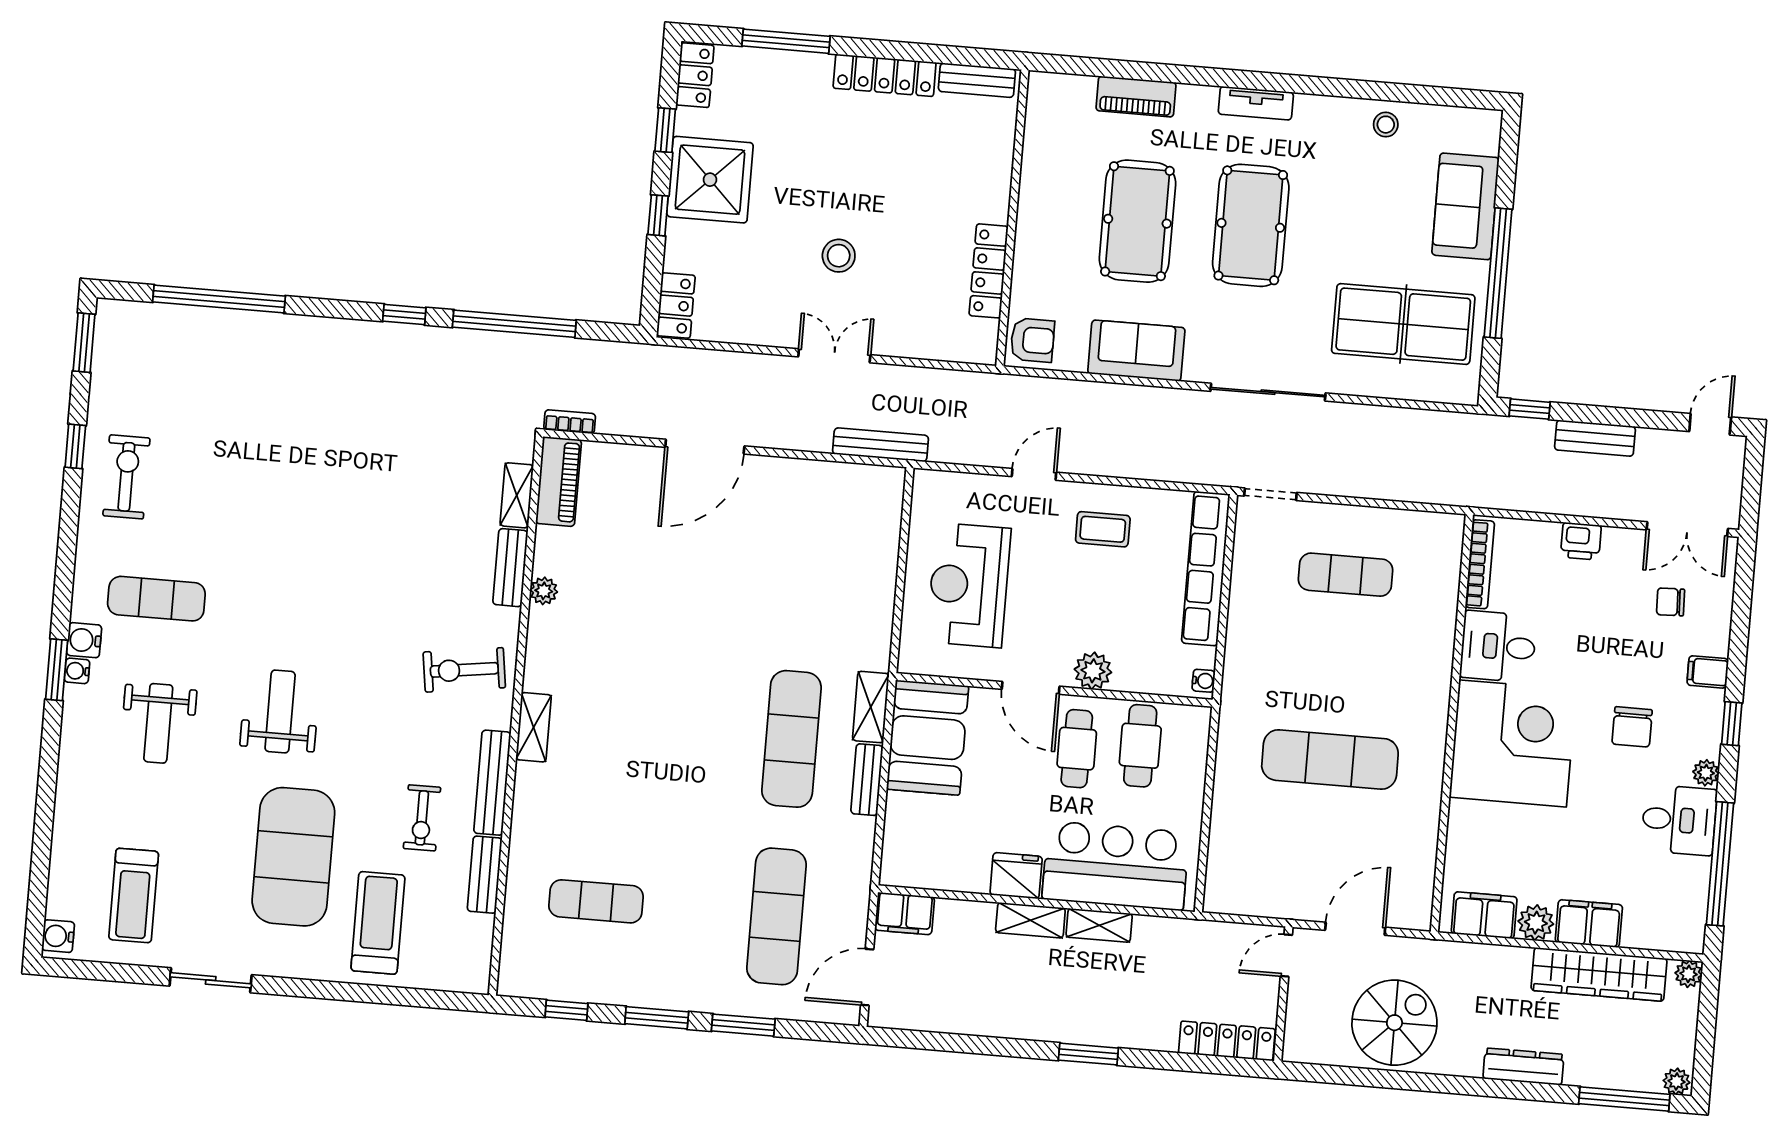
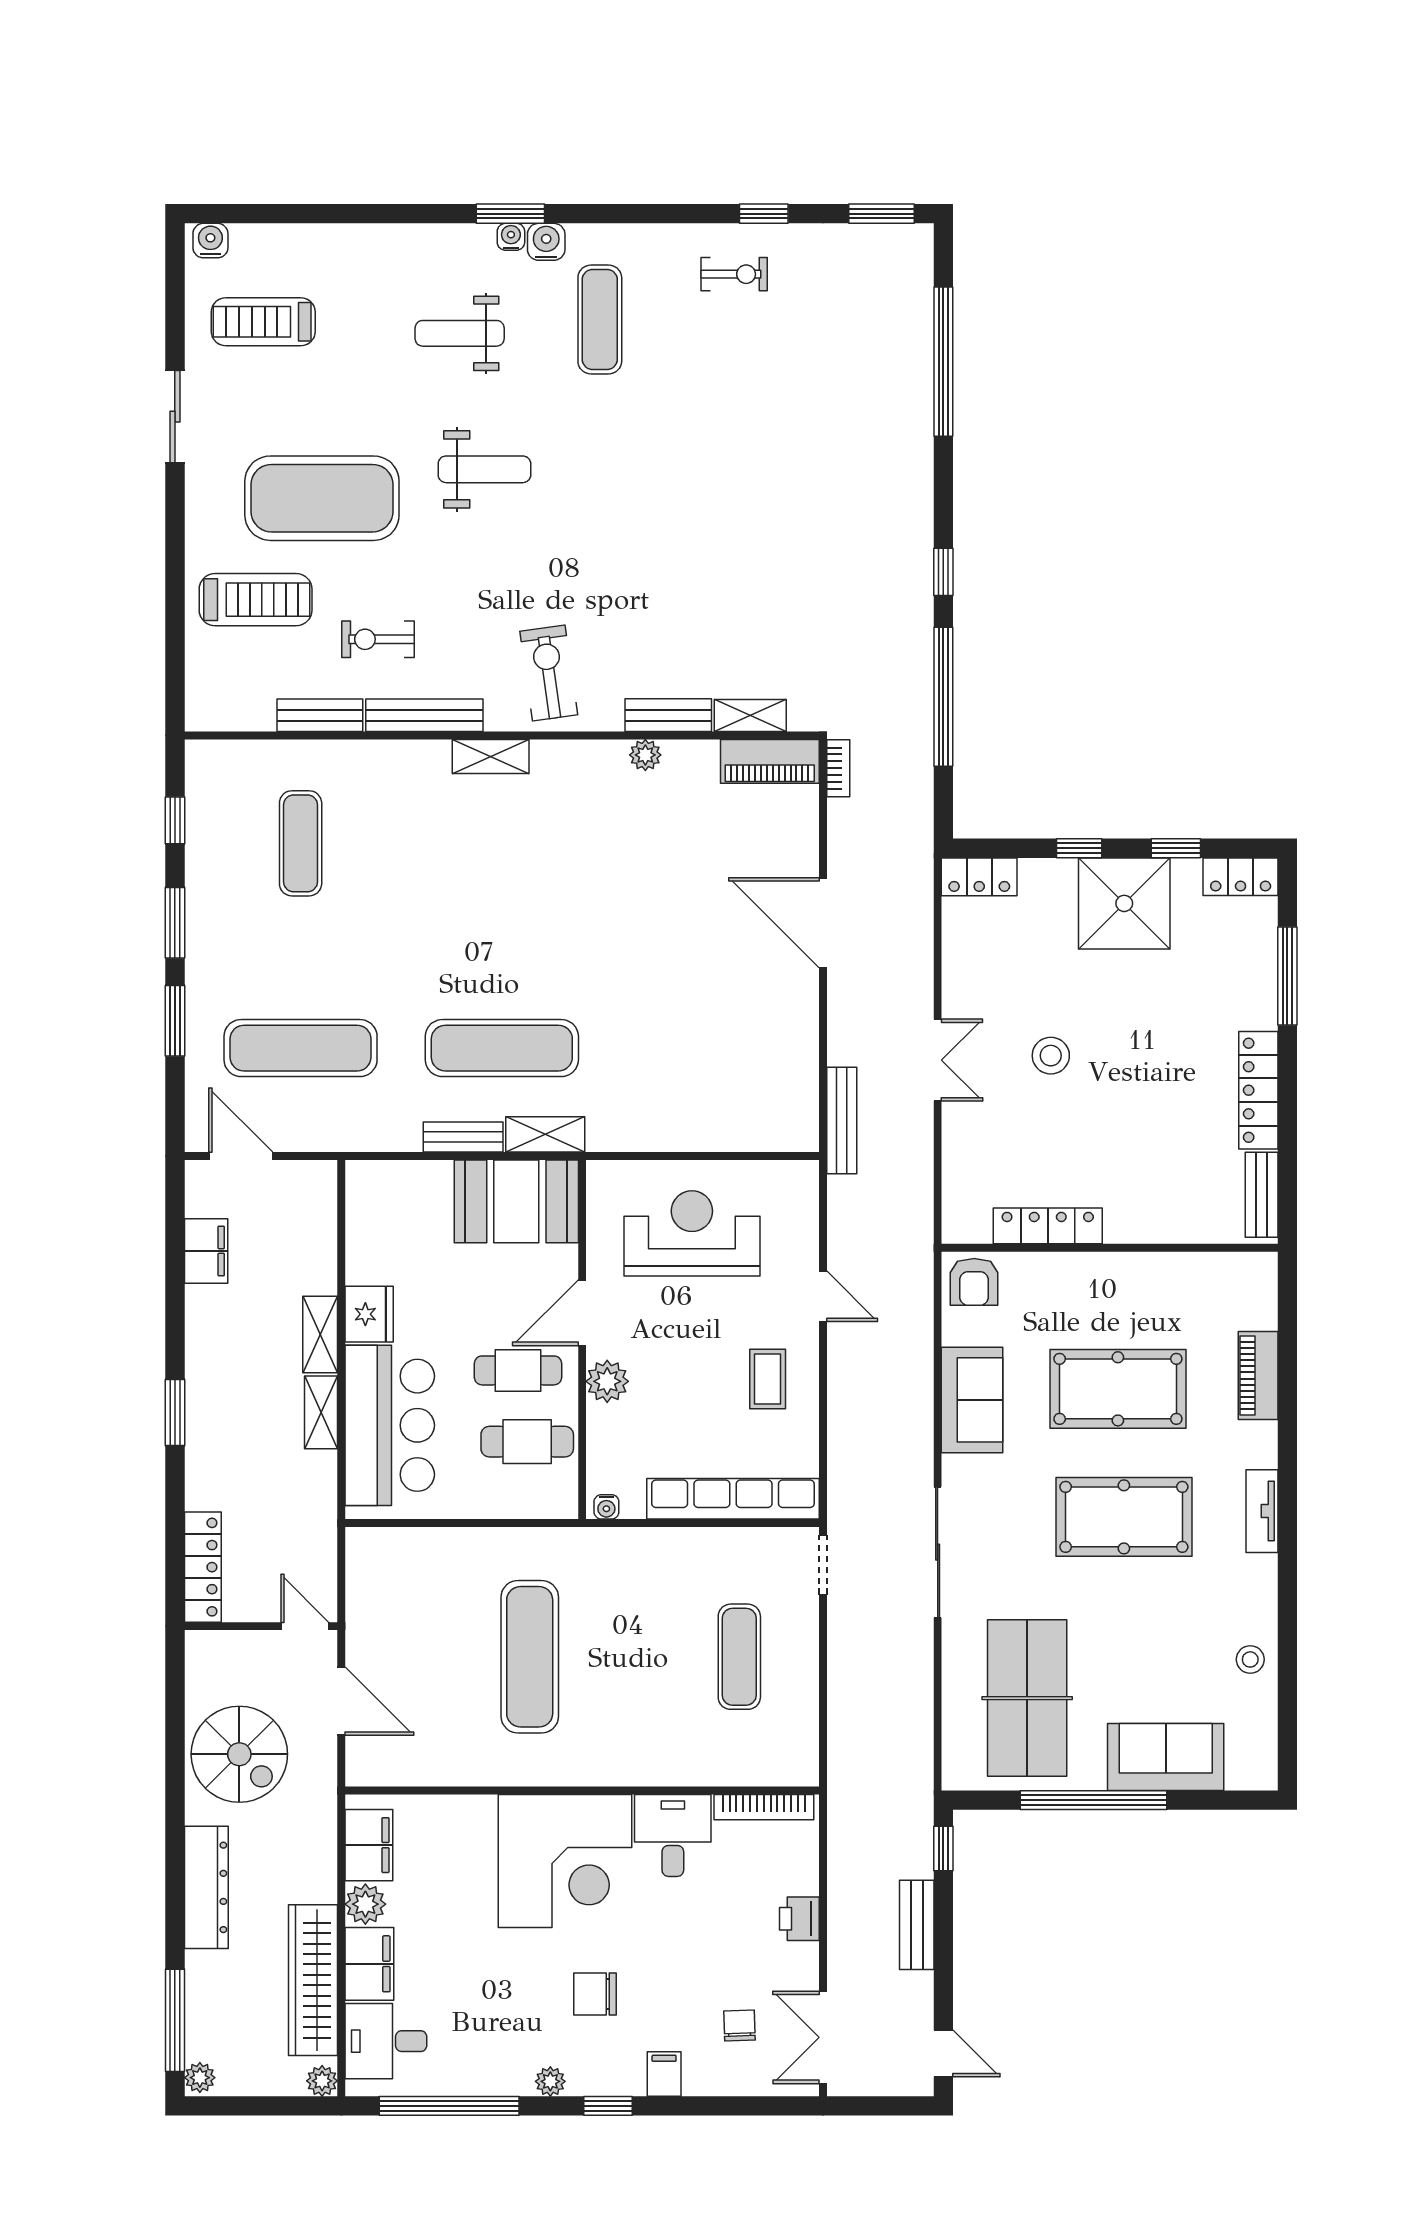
exercise bike: (126, 477) -> (734, 274), width x0.73, depth x0.72
desk: (1679, 820) -> (386, 2041), moved, turned 90
filing cabinet: (905, 913) -> (206, 1251), moved, turned 180
dresser: (1523, 1067) -> (206, 1887), width x1.37, depth x1.24

